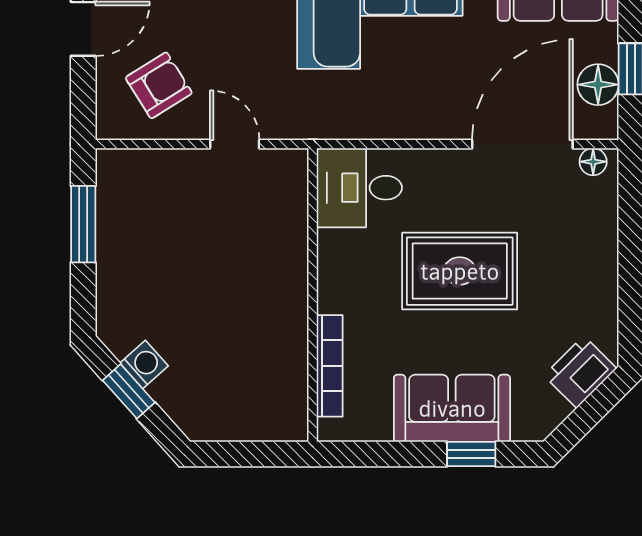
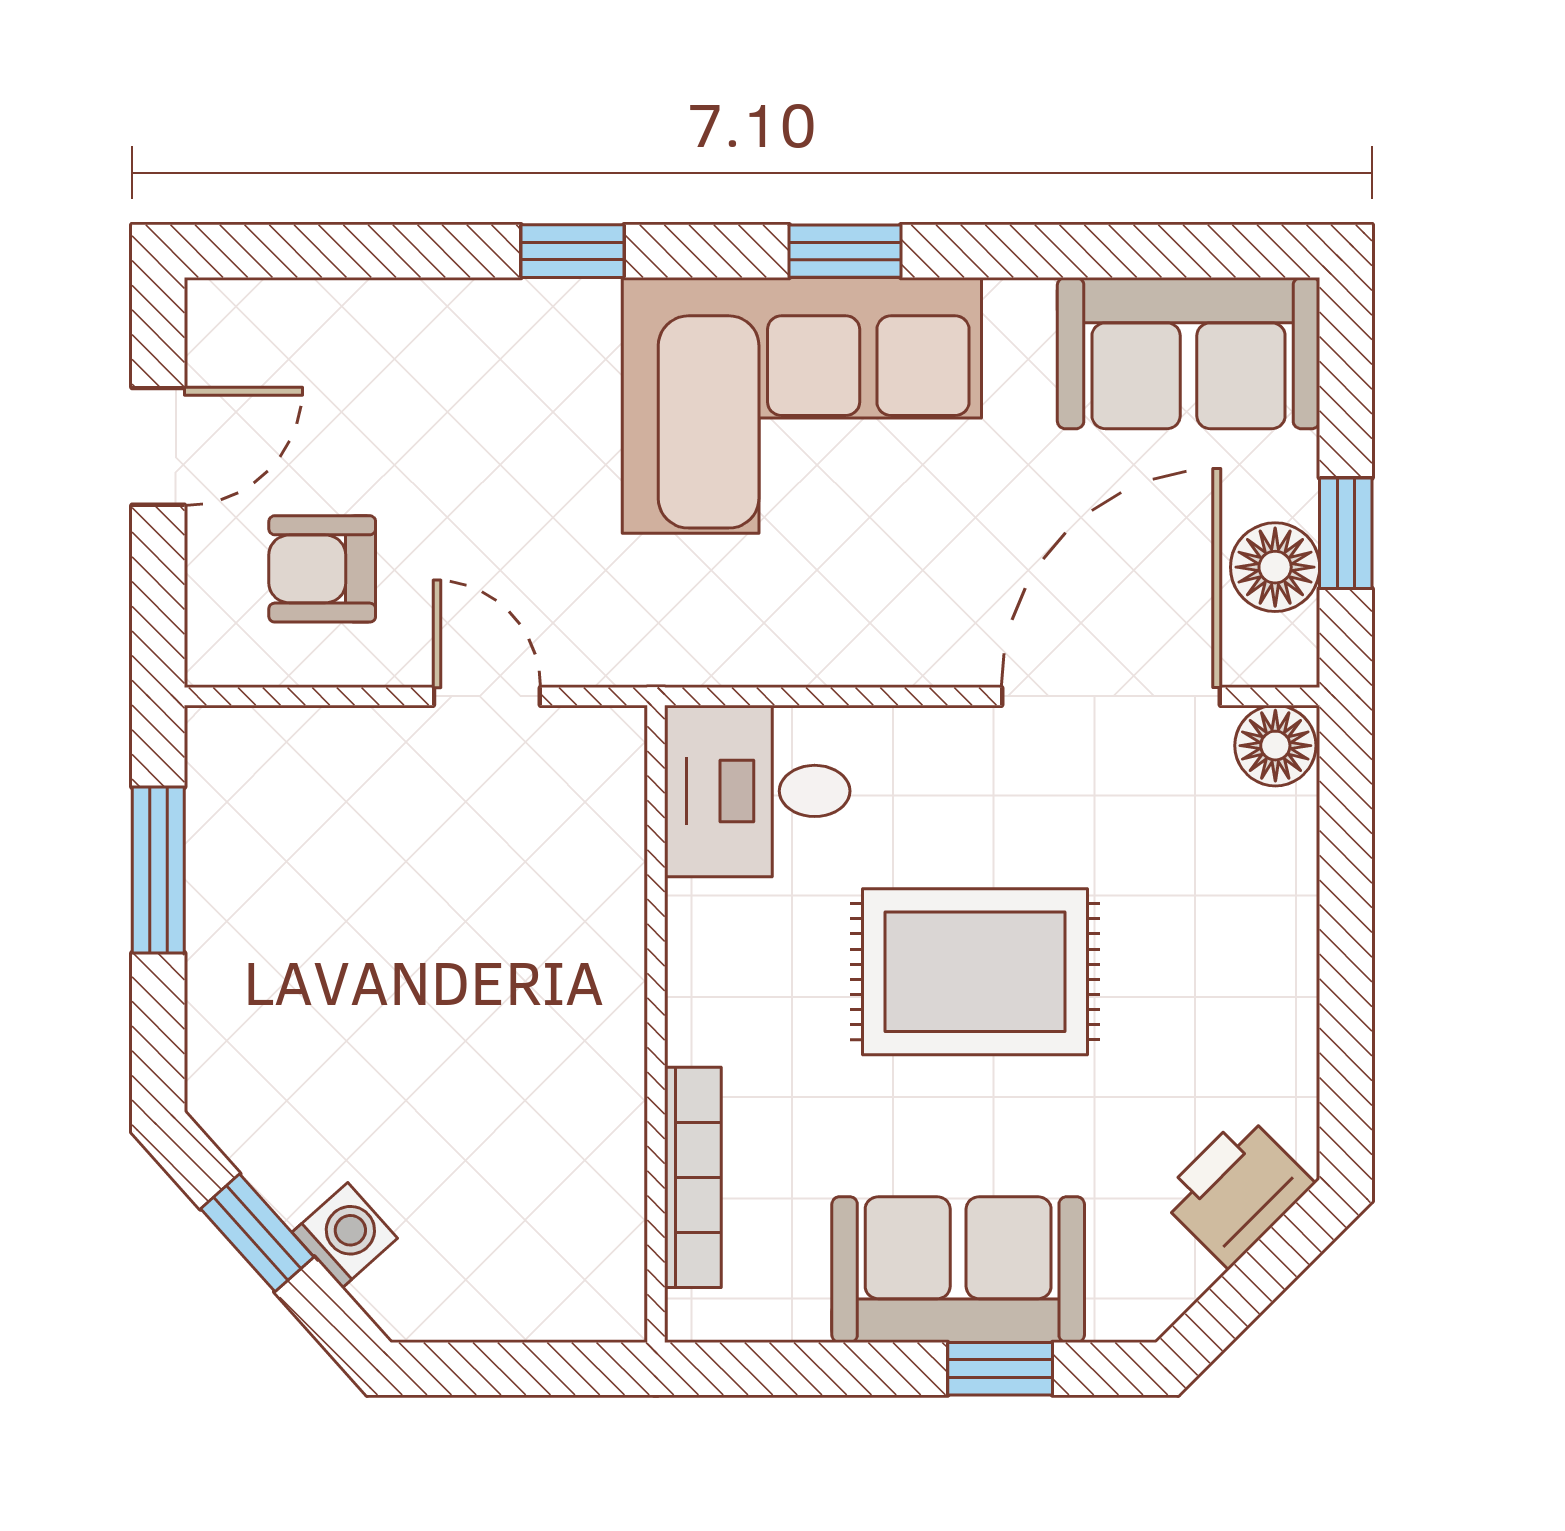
armchair: (159, 85) -> (322, 569), turned -148
floor lamp: (593, 162) -> (1275, 746), width x1.37, depth x1.37
washing machine: (144, 364) -> (345, 1235), moved

